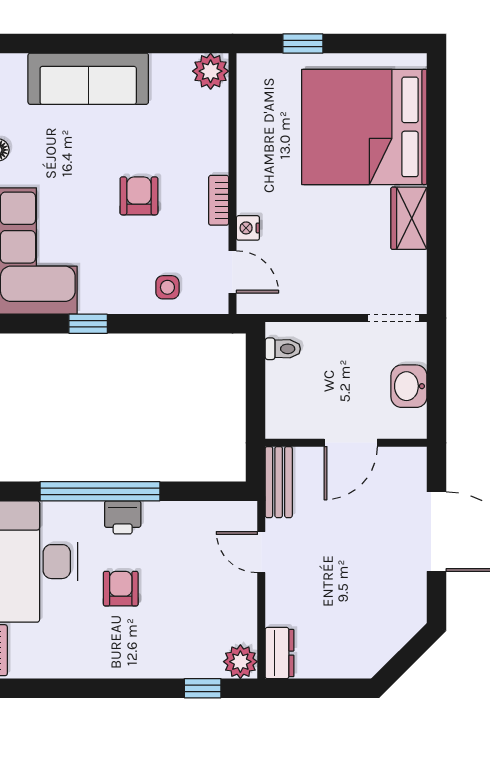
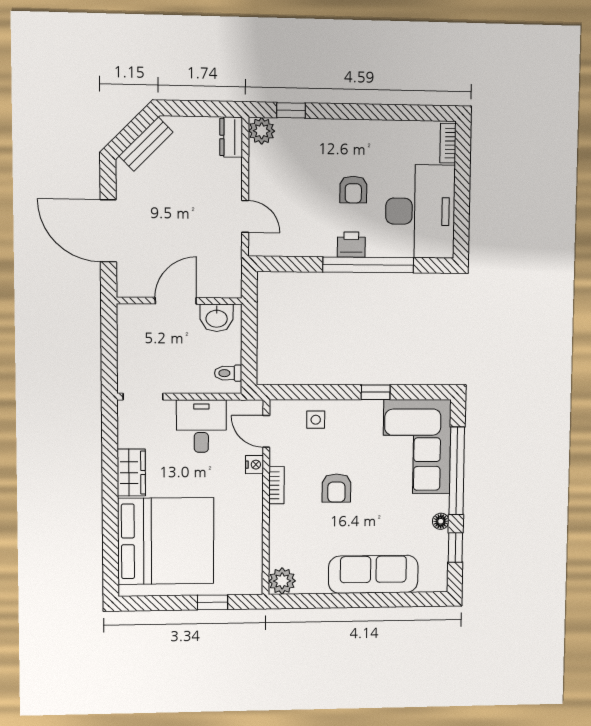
desk: (318, 279) -> (201, 426), added
washbasin: (409, 386) -> (217, 318), moved, turned 90
bench: (279, 482) -> (146, 144), moved, turned 45

